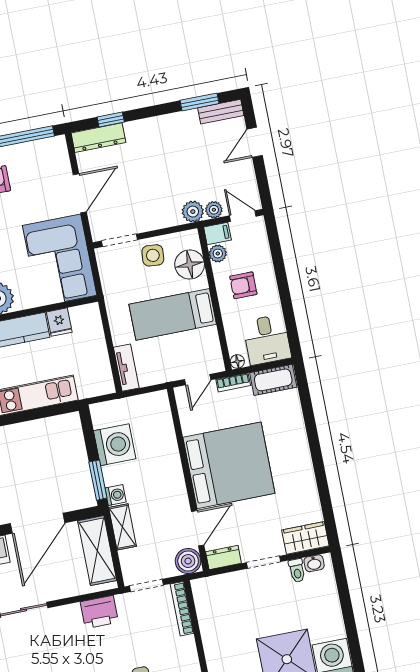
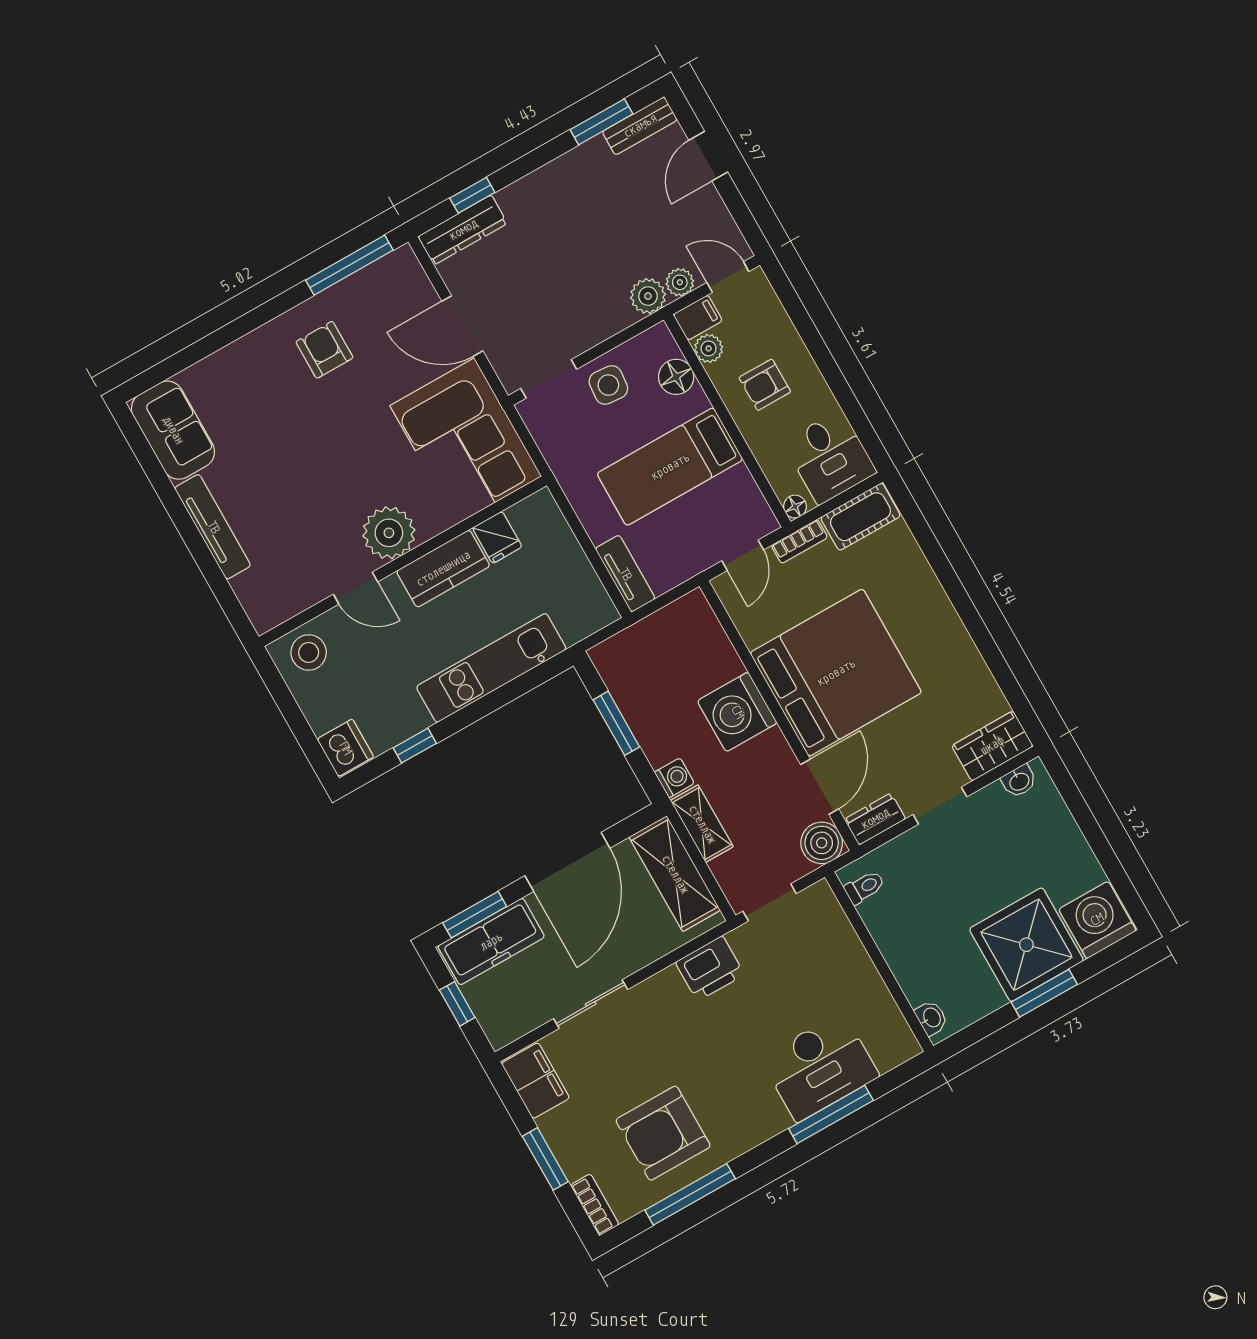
door: (80, 193) -> (462, 326), swing flipped
floor lamp: (190, 265) -> (676, 377), width x0.73, depth x0.73
washing machine: (115, 445) -> (737, 712), moved, turned 180
window: (98, 480) -> (616, 723), moved
toilet: (297, 570) -> (864, 887), moved, turned -90
bookcase: (182, 609) -> (837, 920), removed

